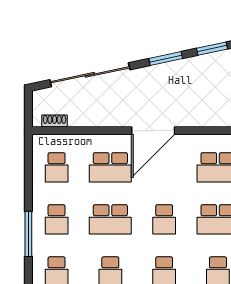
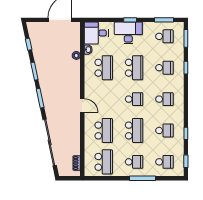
door: (153, 131) -> (82, 105), width x0.53
school desk: (57, 167) -> (104, 162), width x1.85

